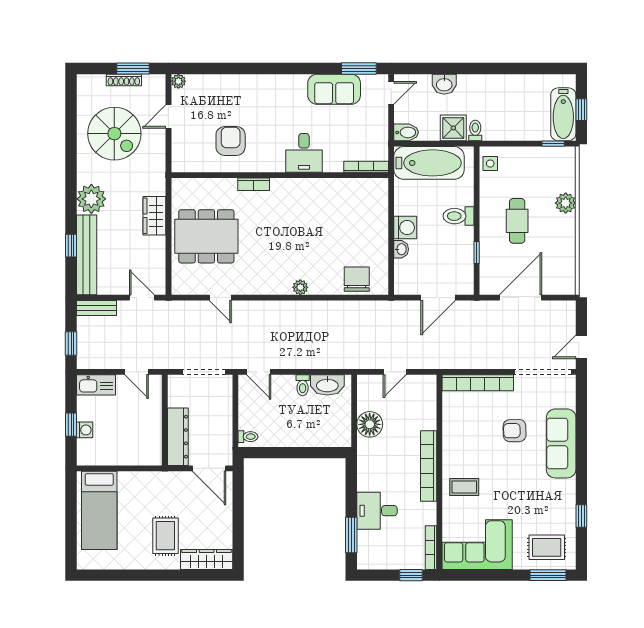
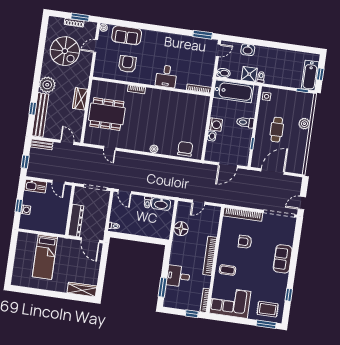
sofa: (334, 89) -> (127, 35), moved
armchair: (515, 431) -> (245, 242), moved
sofa: (561, 443) -> (283, 259), width x0.73
bed: (99, 510) -> (45, 257), moved
rug: (165, 536) -> (61, 273), removed

